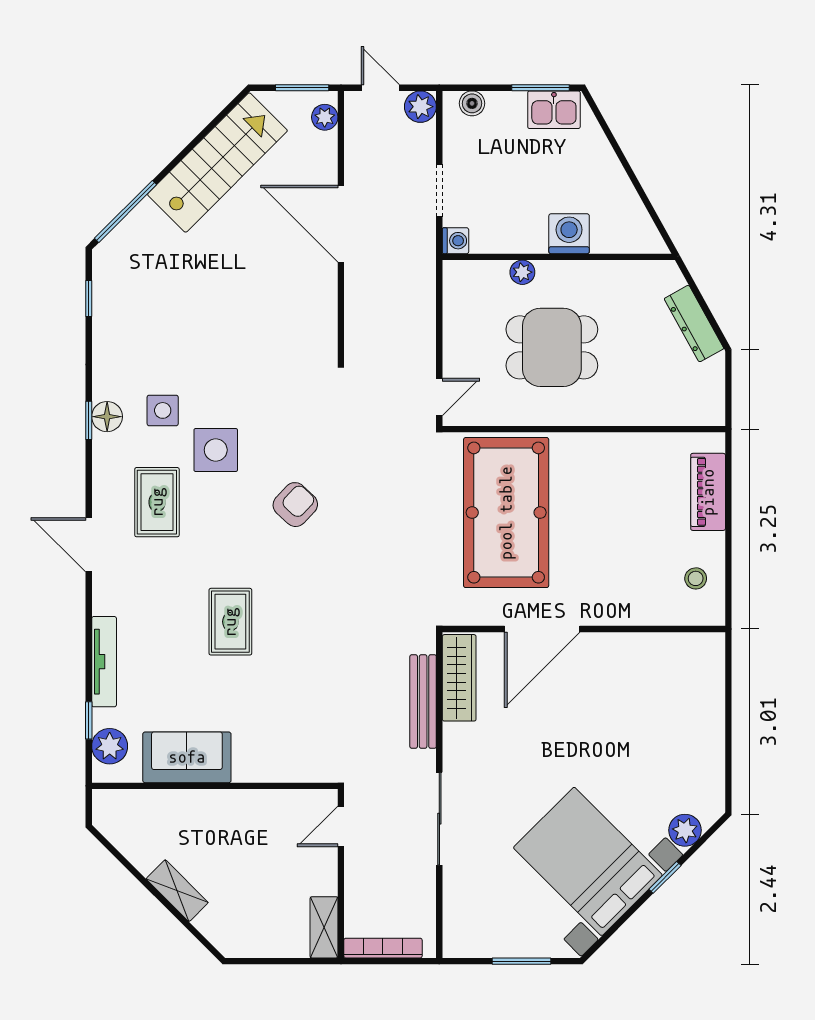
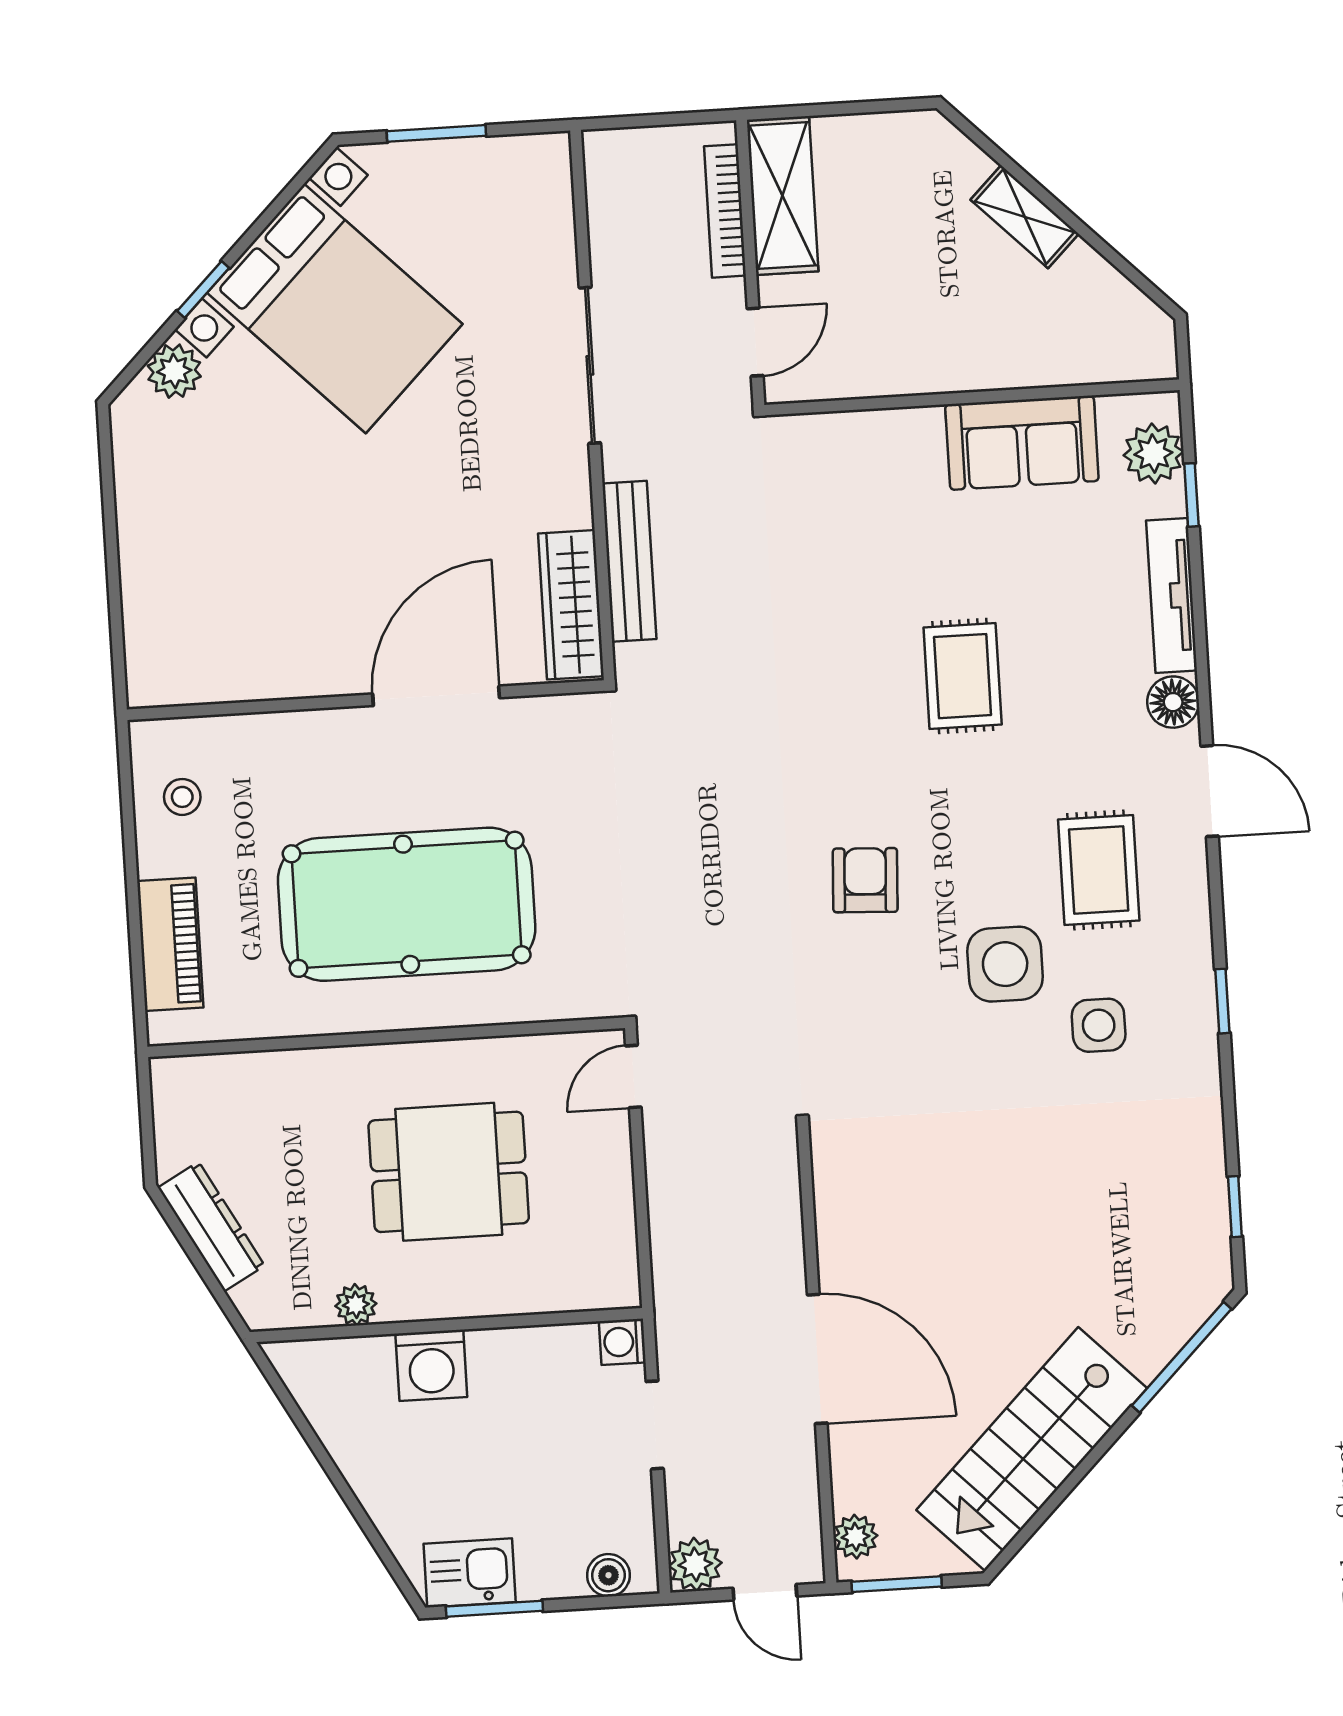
plant: (522, 272) -> (356, 1305), moved
floor lamp: (107, 417) -> (1173, 702), moved
armchair: (295, 505) -> (865, 880), turned 140
pool table: (506, 513) -> (407, 904), moved, turned 90
shelving: (324, 927) -> (783, 195), width x1.50, depth x1.33
bookcase: (383, 948) -> (725, 211), moved, turned 90

